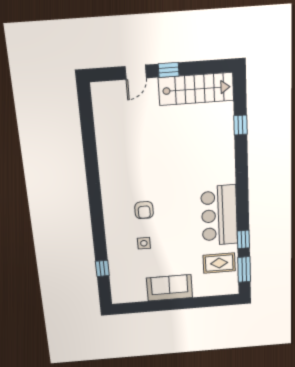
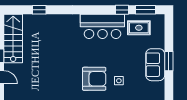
armchair: (144, 210) -> (94, 79), width x1.88, depth x1.88
rug: (219, 263) -> (139, 28), turned 90
window: (175, 304) -> (169, 61), added

